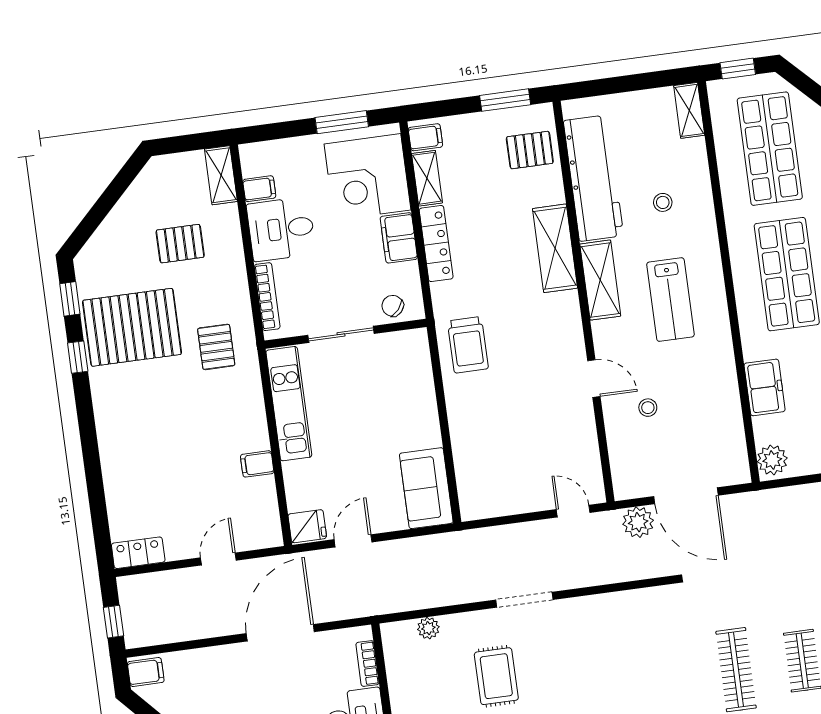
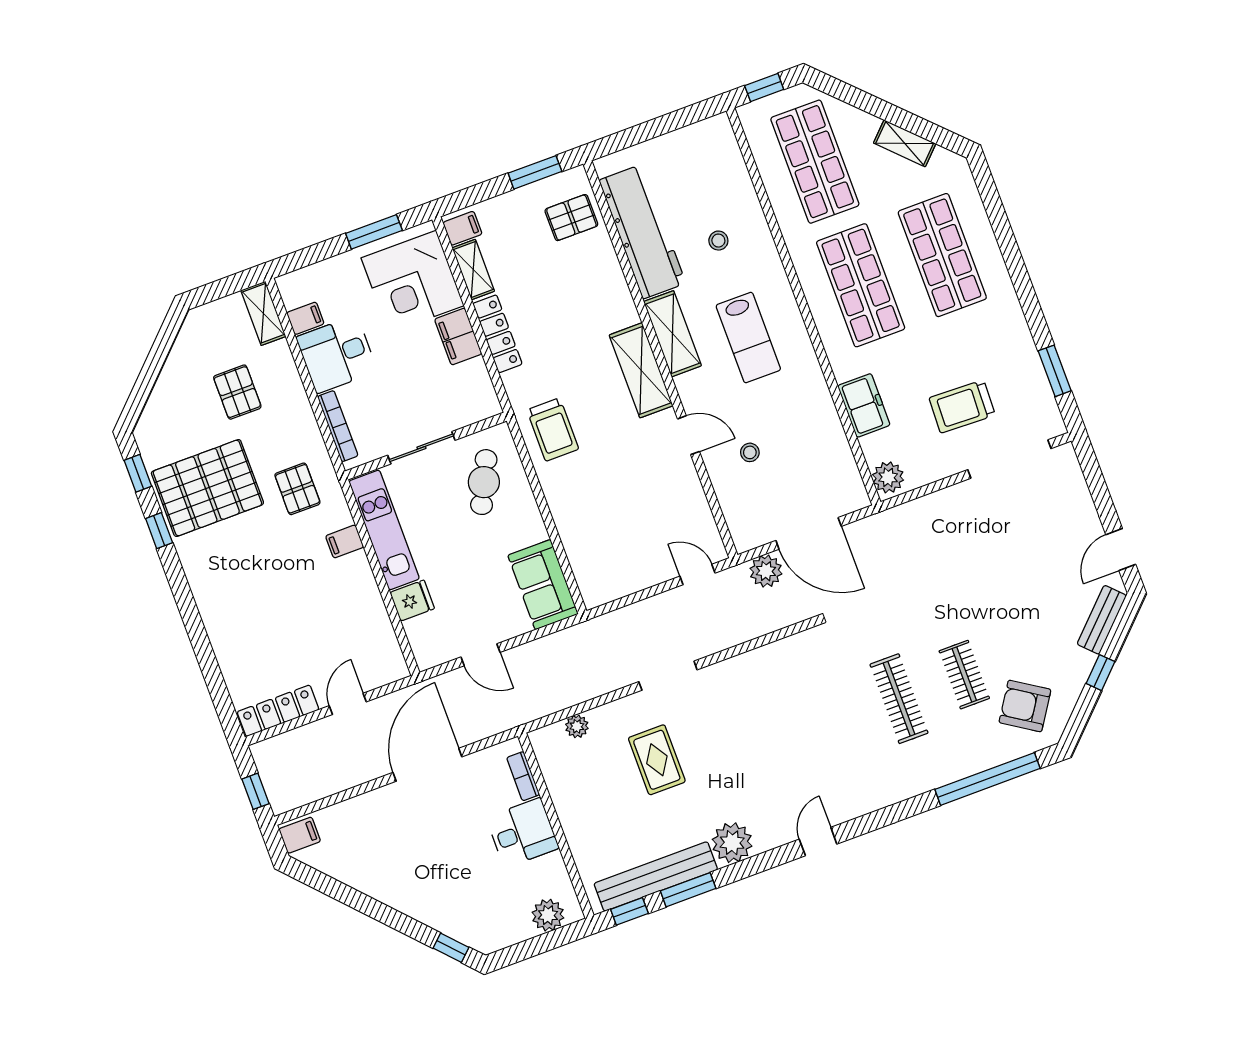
shelving: (689, 110) -> (724, 141), removed
pallet: (180, 244) -> (237, 392), turned 90
shelving: (555, 248) -> (641, 370), moved
chair: (393, 306) -> (467, 407), removed
cafe table: (392, 380) -> (484, 482), added
filing cabinet: (257, 464) -> (345, 541), moved
fridge: (307, 526) -> (412, 600), moved
door: (353, 541) -> (481, 655), swing flipped
locker: (138, 553) -> (278, 711), width x1.53

